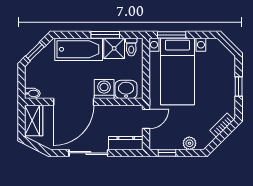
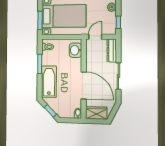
shower: (114, 48) -> (48, 58), removed
washing machine: (104, 89) -> (75, 65), removed
door: (146, 119) -> (95, 37), hinge flipped

